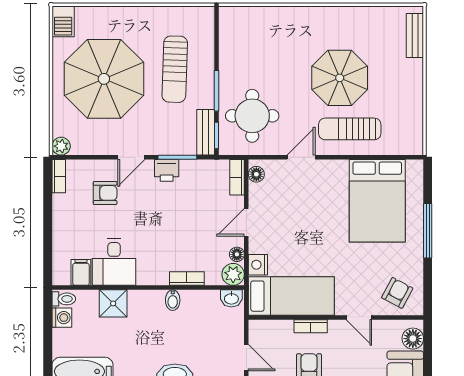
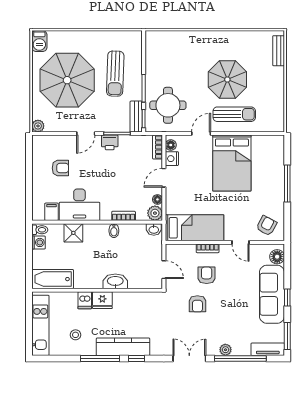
sun lounger: (350, 129) -> (234, 114), turned 180
bookcase: (59, 176) -> (36, 146), removed
armchair: (105, 193) -> (60, 168), moved
bed: (377, 201) -> (232, 163), moved
desk: (114, 262) -> (79, 205), width x1.37
nightstand: (258, 265) -> (172, 159), moved

